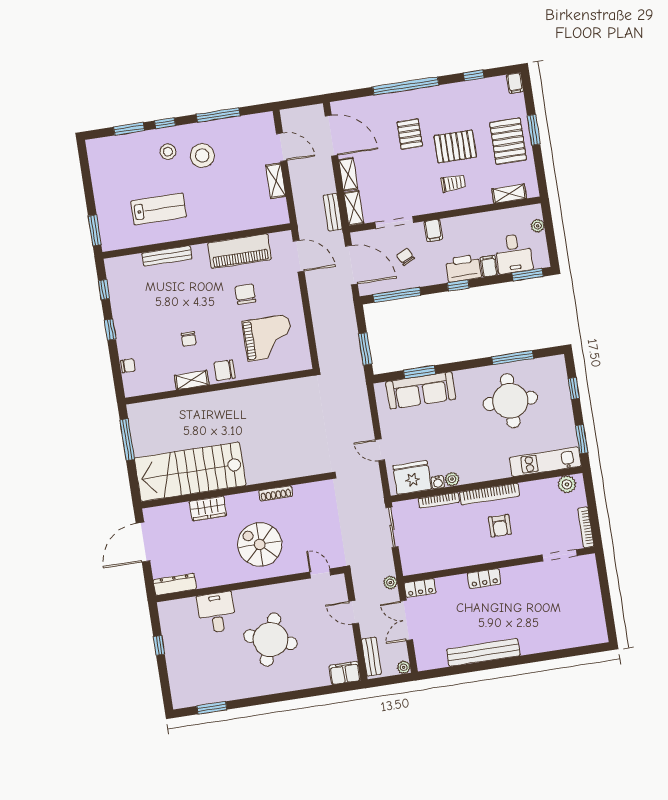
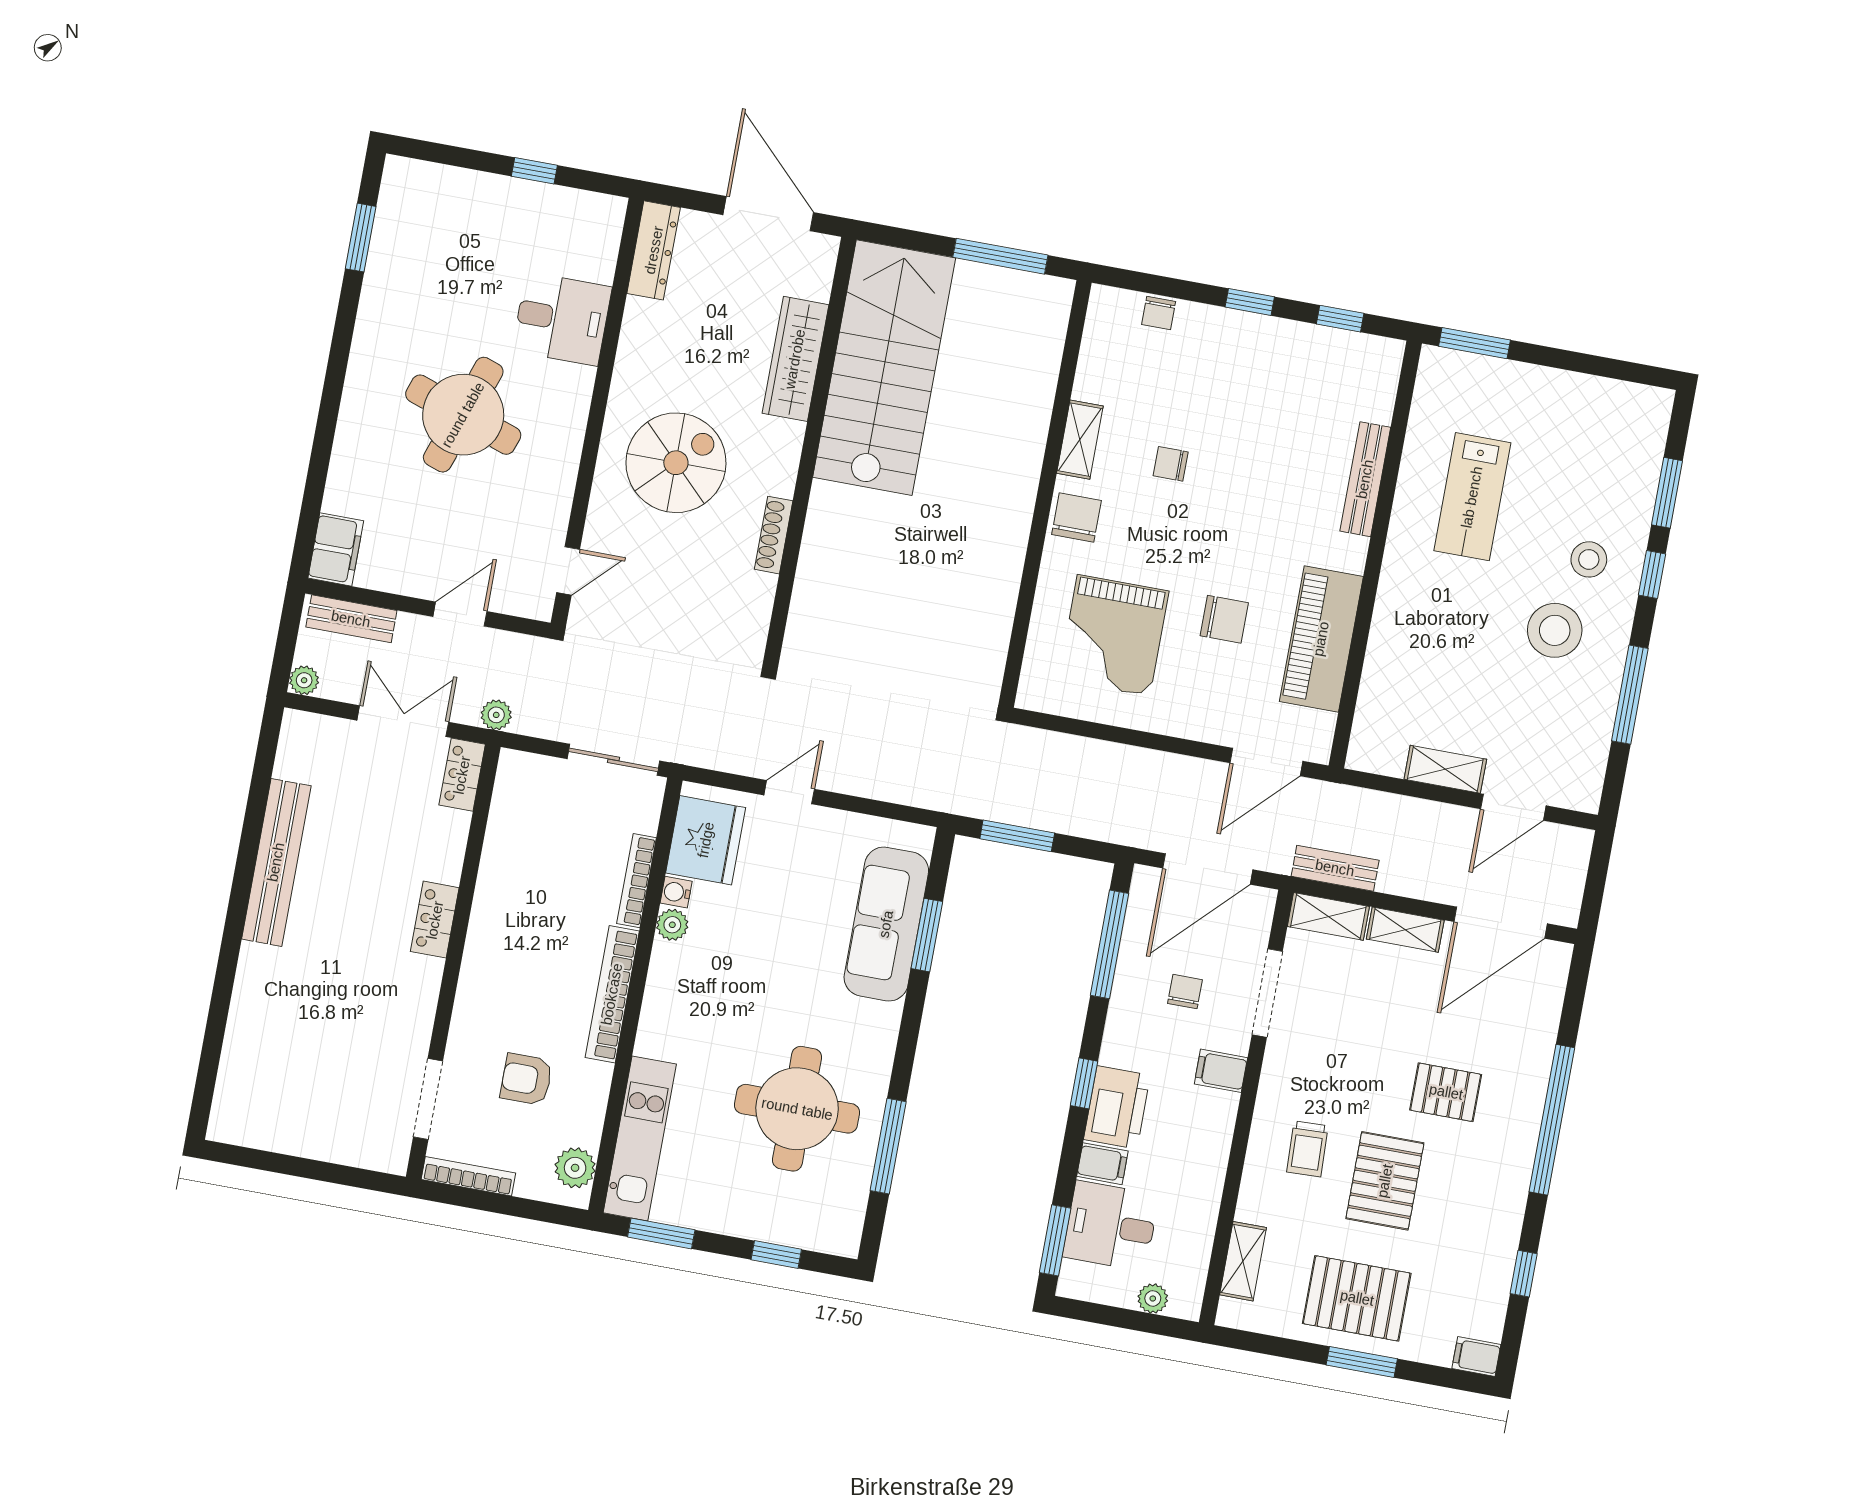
chair: (406, 257) -> (1185, 992), turned -64
wardrobe: (208, 508) -> (795, 359), width x1.50
armchair: (500, 526) -> (526, 1079), moved

